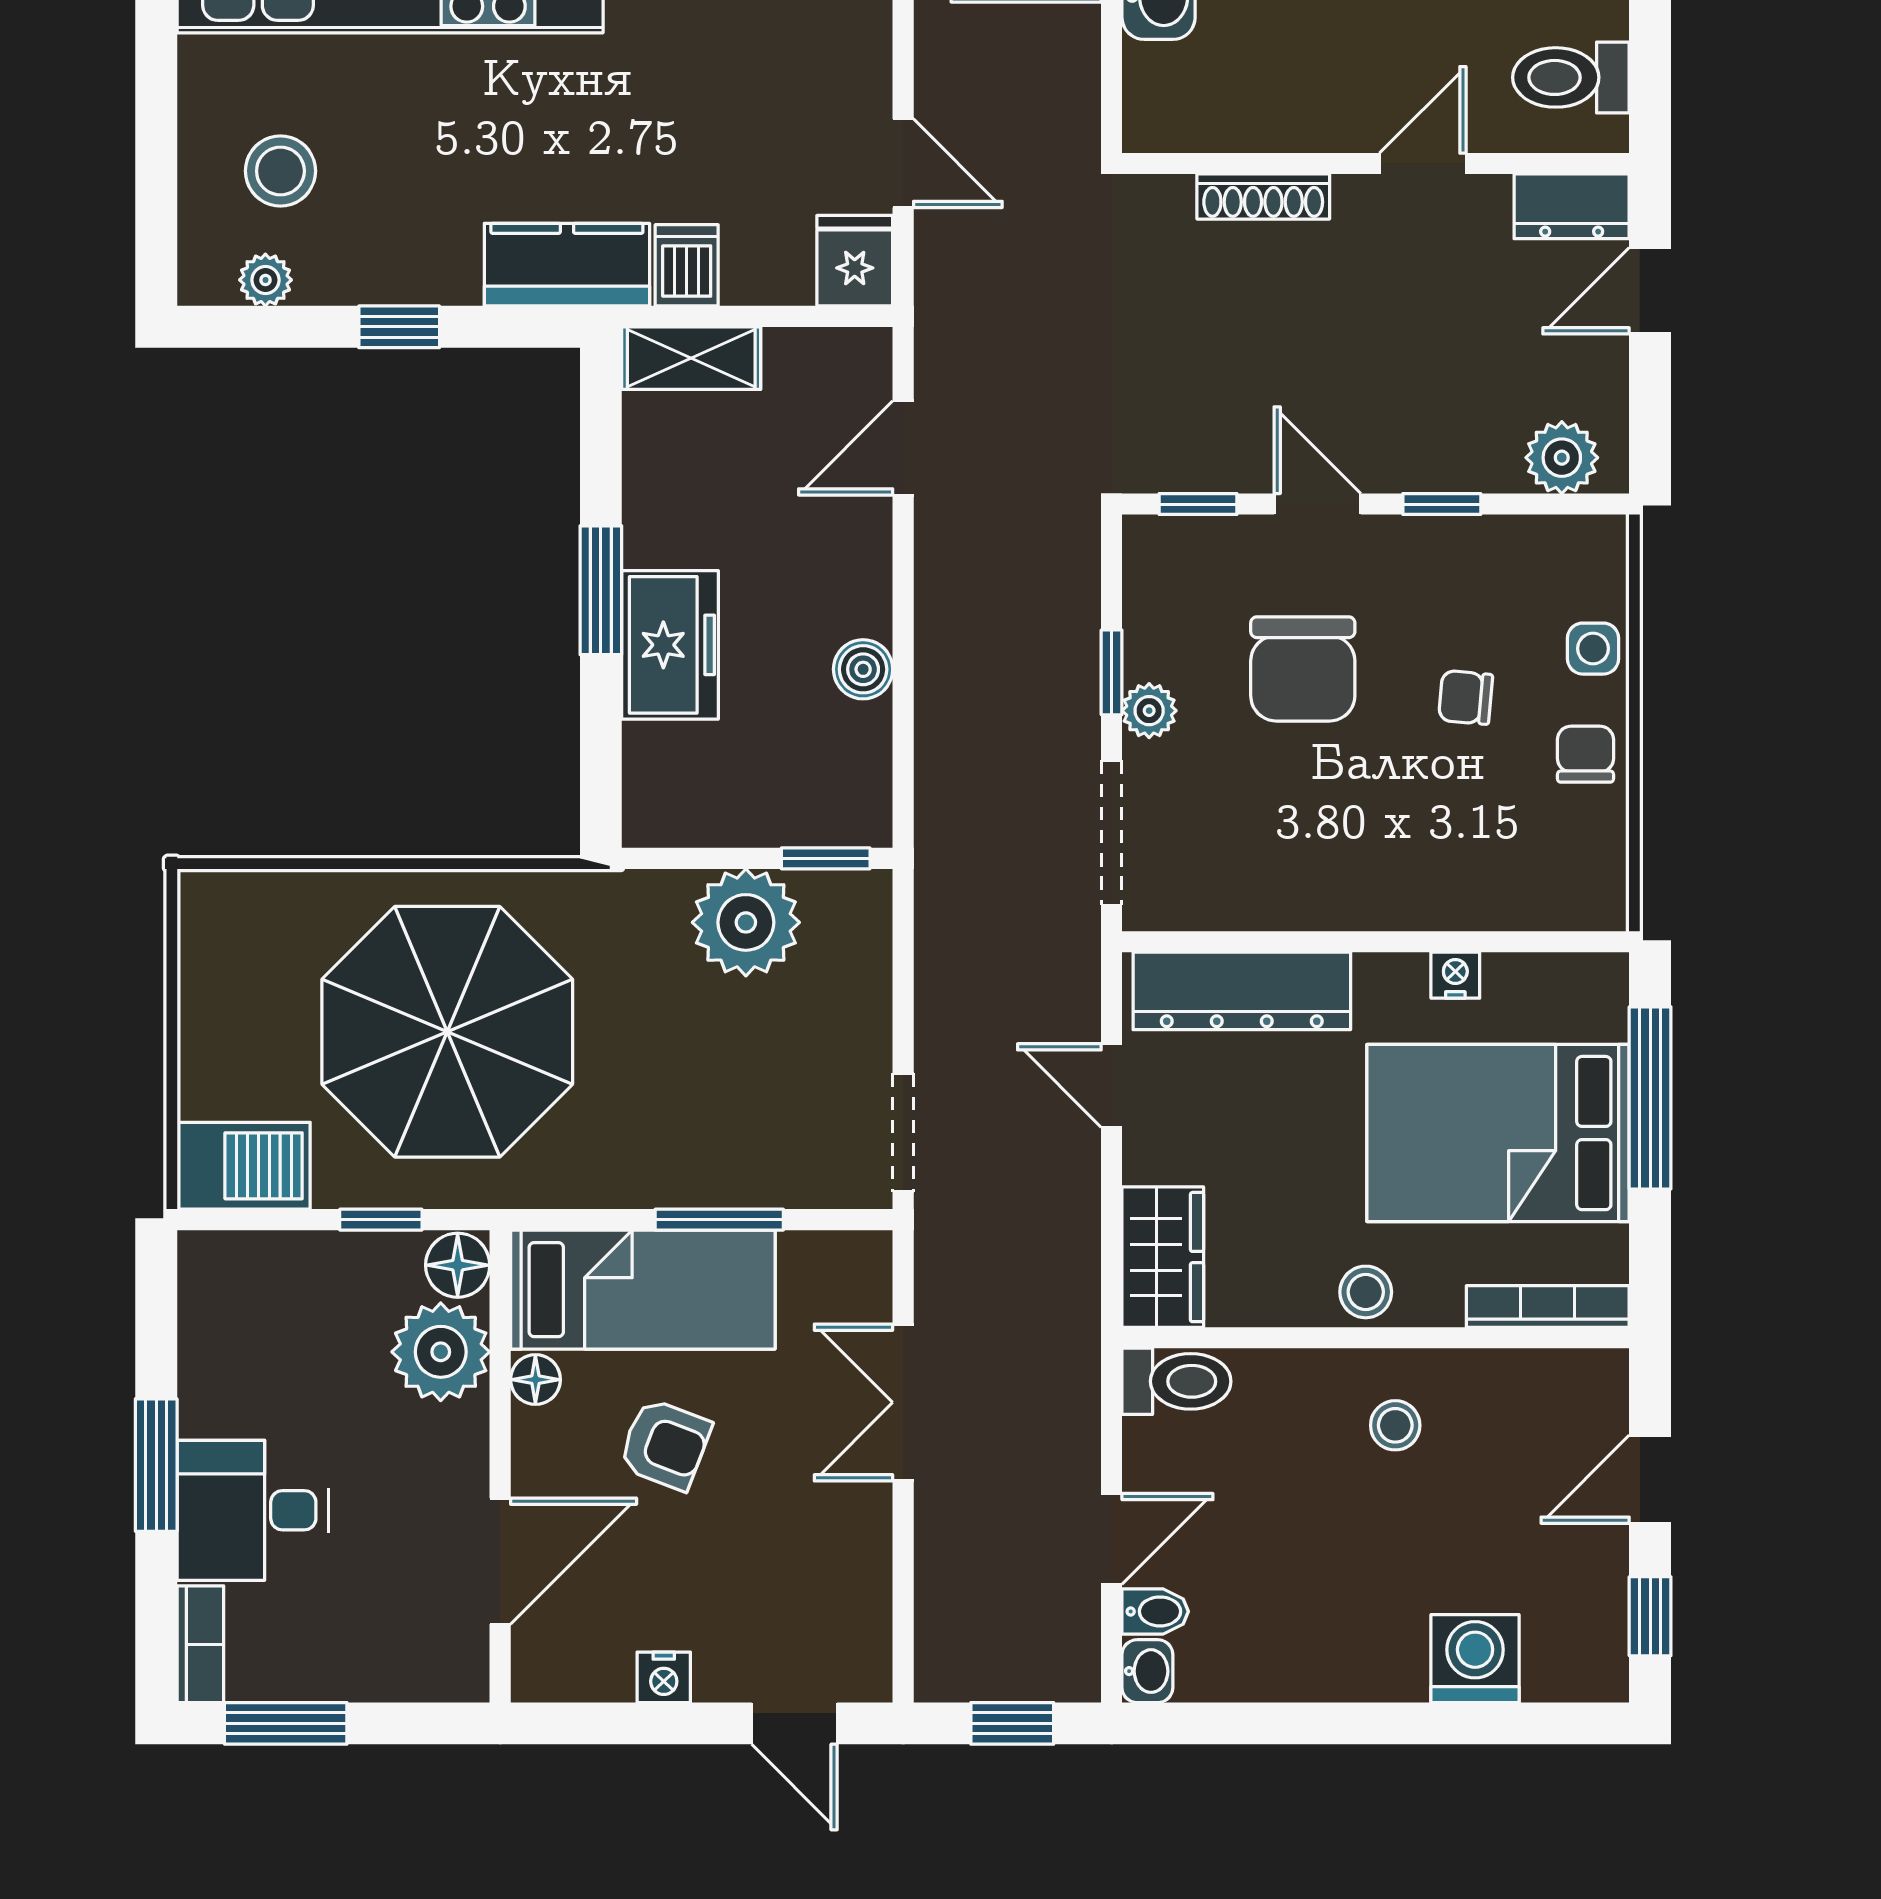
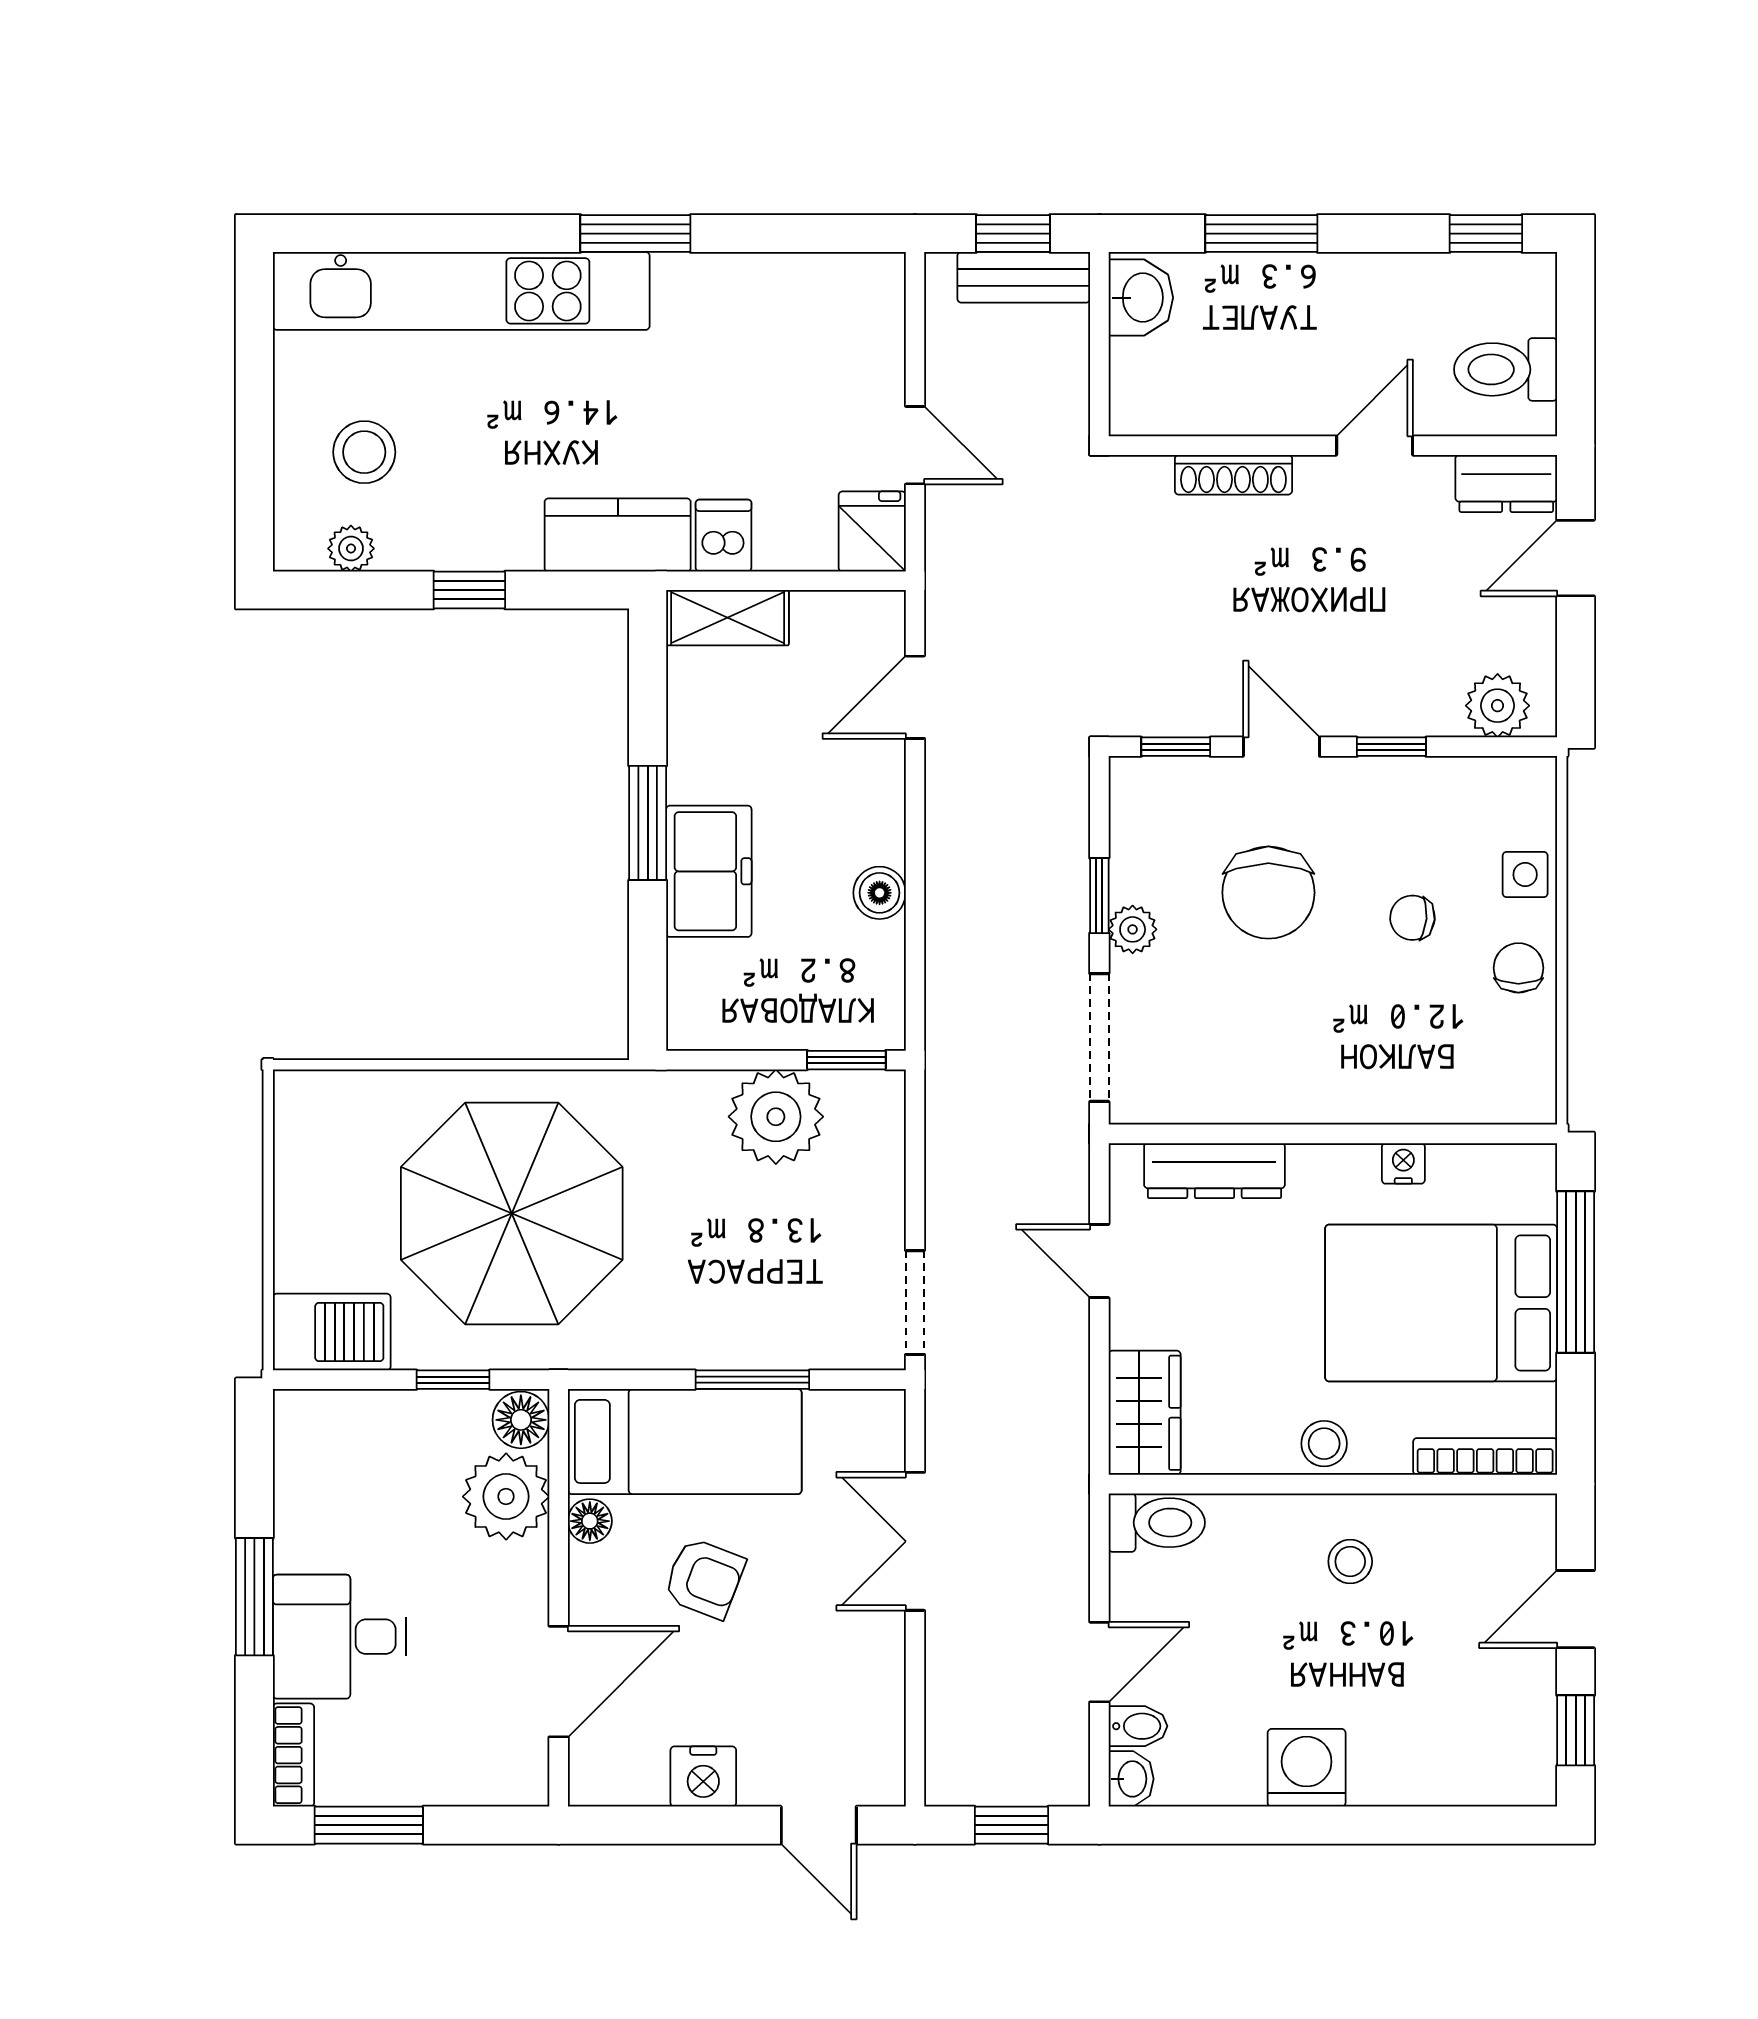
dresser: (1242, 991) -> (1214, 1171), width x0.73, depth x0.80
washing machine: (1475, 1659) -> (1307, 1768), moved
nightstand: (664, 1677) -> (703, 1777), width x1.39, depth x1.35

